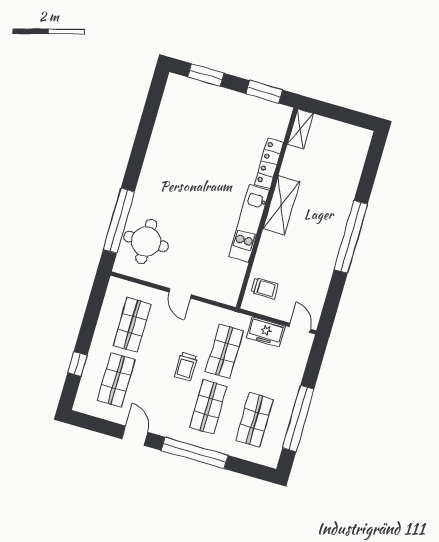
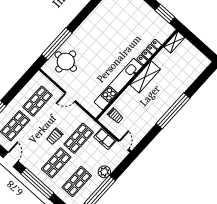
kitchen unit: (249, 223) -> (118, 84), width x1.36
door: (180, 293) -> (70, 97), hinge flipped
plant: (290, 384) -> (104, 172), added

